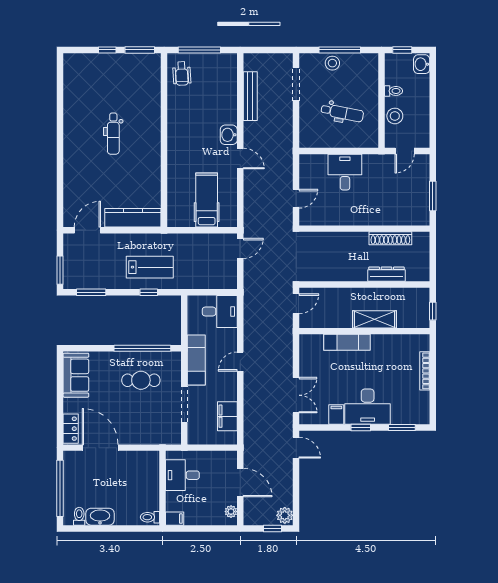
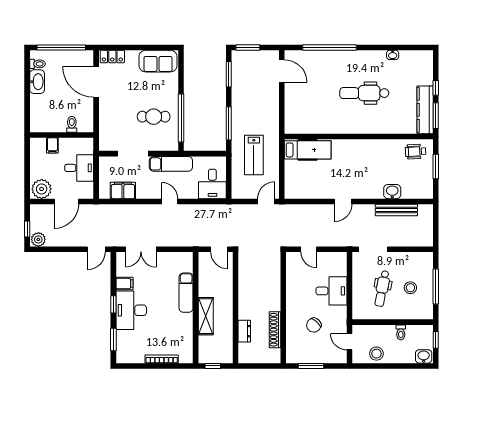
window: (199, 50) -> (436, 167), width x0.69
stool: (332, 63) -> (410, 288), moved
doorway: (296, 84) -> (373, 249), moved
washbasin: (69, 100) -> (393, 55), added
stool: (395, 116) -> (376, 354), moved
dental chair: (113, 134) -> (364, 93), width x1.36, depth x1.38
washbasin: (229, 135) -> (392, 192), moved
window: (60, 174) -> (330, 48), added
chair: (385, 193) -> (314, 325), added
hospital bed: (207, 200) -> (308, 150), moved
kitchen counter: (133, 218) -> (425, 110), moved, turned 180
door: (240, 248) -> (266, 201), swing flipped
lab bench: (150, 267) -> (254, 155), moved
dresser: (386, 274) -> (244, 331), width x0.70
window: (149, 292) -> (229, 123), width x2.17
cafe table: (141, 380) -> (154, 117), turned 90
door: (100, 448) -> (96, 82), swing flipped
desk: (182, 475) -> (79, 168), moved, turned 90
plant: (231, 512) -> (42, 189), width x1.88, depth x1.88
toilet: (150, 517) -> (72, 124), moved
filing cabinet: (175, 519) -> (52, 145), moved

